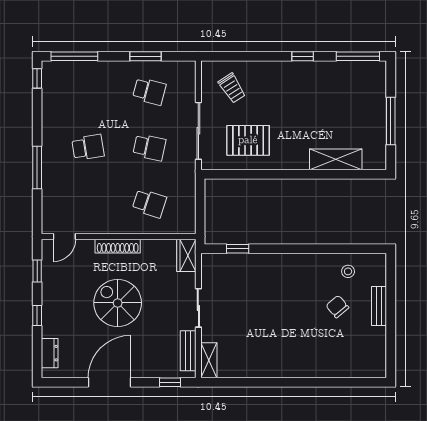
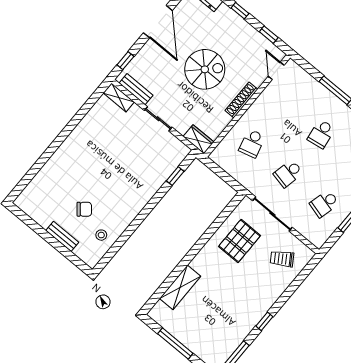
school desk: (149, 203) -> (252, 143), turned -33

